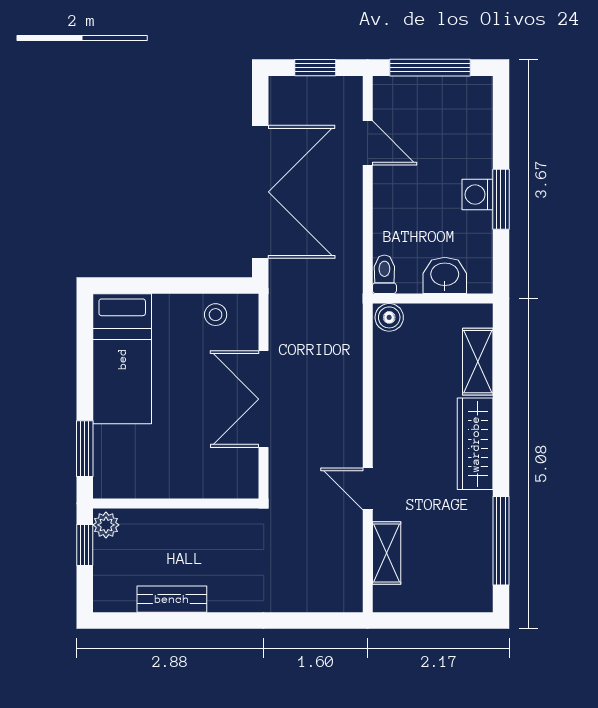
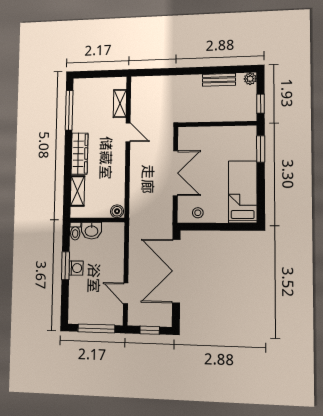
toilet: (384, 274) -> (75, 231), moved
plant: (106, 525) -> (250, 79), moved

